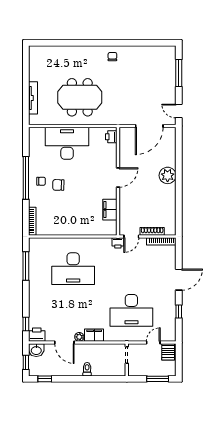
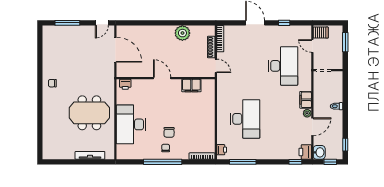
meeting table: (80, 97) -> (89, 113), turned 90
plant: (168, 175) -> (182, 33), moved
printer: (118, 243) -> (222, 150), moved

